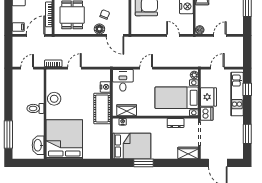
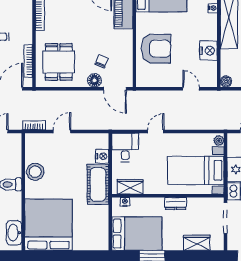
dresser: (176, 123) -> (176, 203), moved
wardrobe: (188, 153) -> (197, 243), moved

